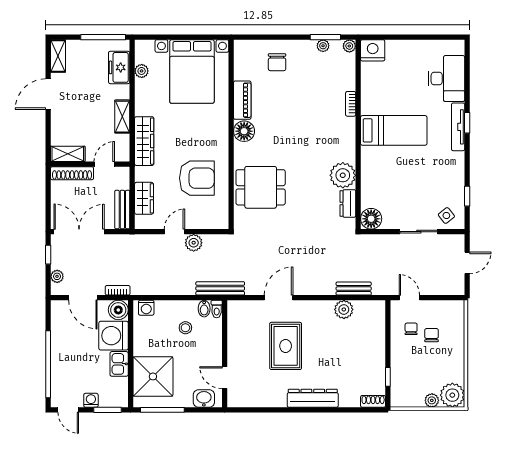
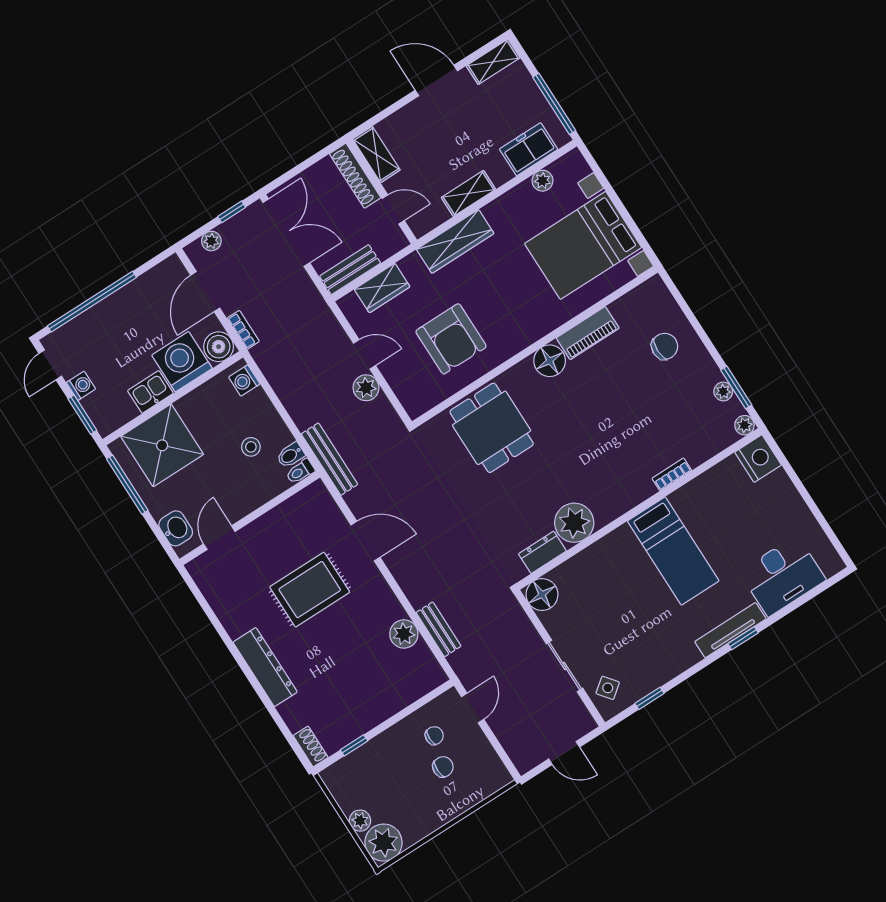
chair: (277, 62) -> (665, 346), turned 180

